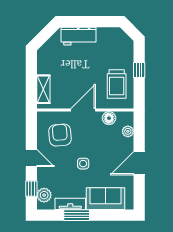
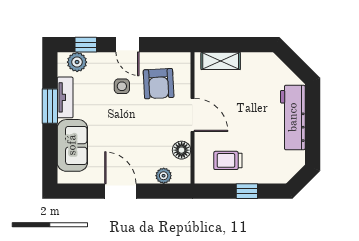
workbench: (78, 36) -> (293, 117), width x1.38
trolley: (117, 84) -> (228, 160), width x0.73, depth x0.72
armchair: (60, 135) -> (159, 84), turned 92
door: (31, 158) -> (127, 45), hinge flipped
side table: (83, 164) -> (122, 86), moved

